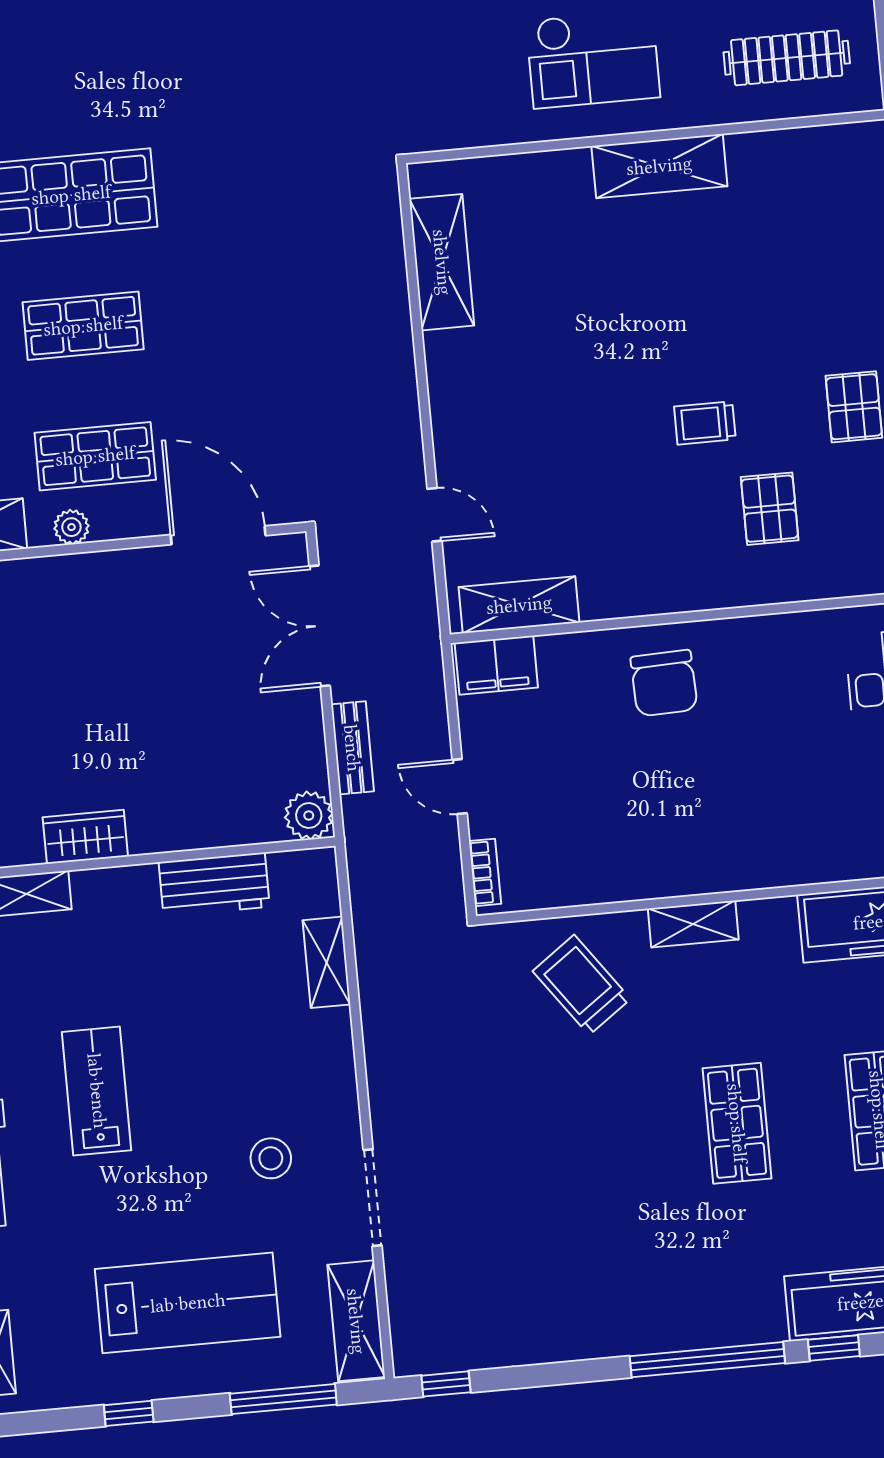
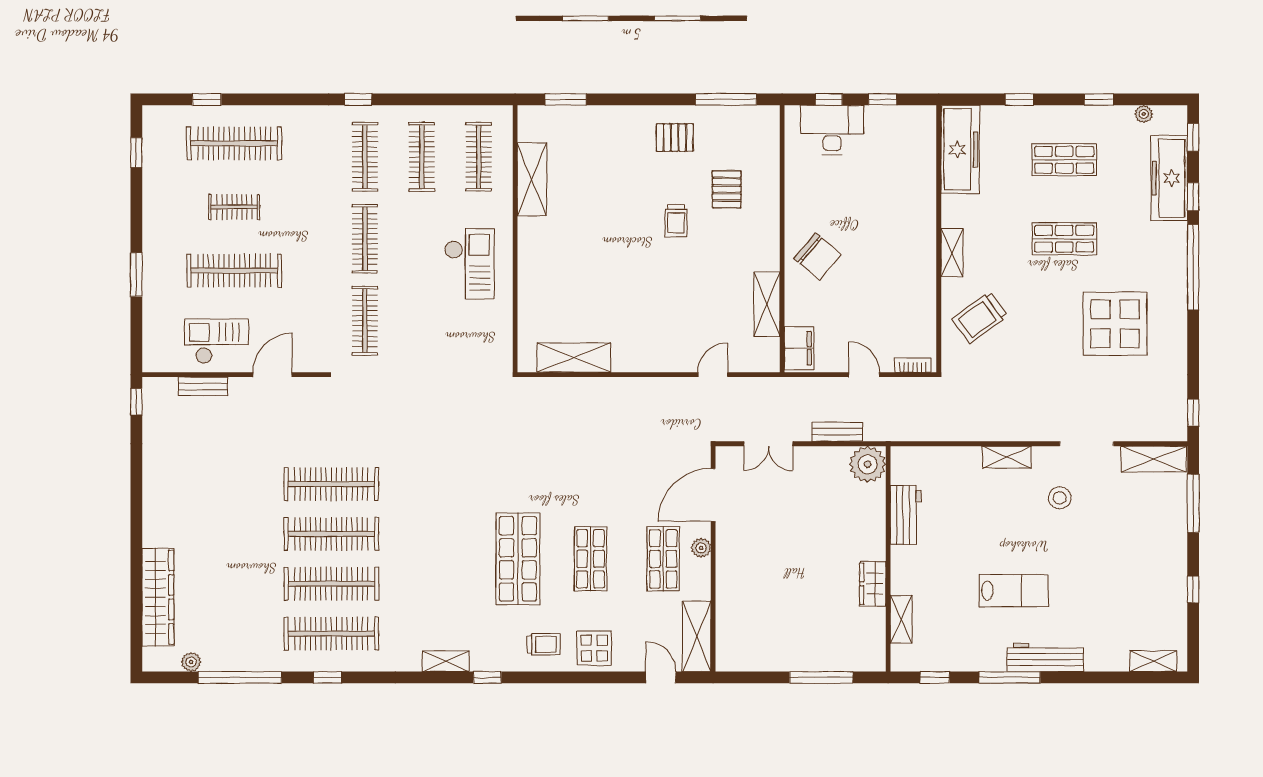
shelving: (659, 166) -> (532, 179), moved
pallet: (770, 509) -> (727, 189), turned 90
plant: (71, 527) -> (701, 548), moved
shelving: (519, 605) -> (767, 304), moved
double door: (320, 626) -> (768, 444), width x0.73
chair: (664, 683) -> (818, 257), turned 42
door: (460, 787) -> (864, 375), swing flipped
plant: (309, 815) -> (868, 464), width x1.36, depth x1.36
shelving: (327, 962) -> (1007, 457), moved
lab bench: (97, 1091) -> (1014, 591), turned 180
display table: (593, 1229) -> (1115, 324), added
lab bench: (188, 1303) -> (1135, 551), removed

